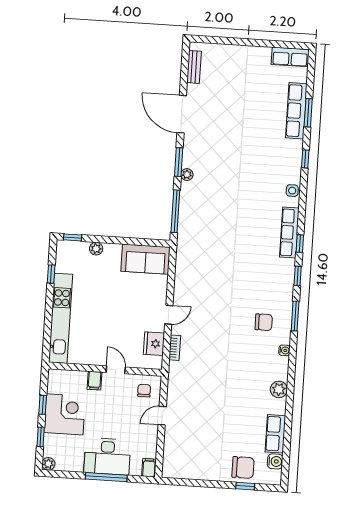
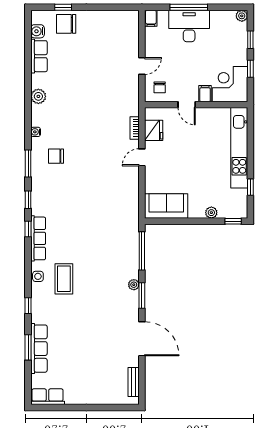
coffee table: (264, 186) -> (64, 279), added
corner desk: (65, 414) -> (230, 84), moved, turned 90

